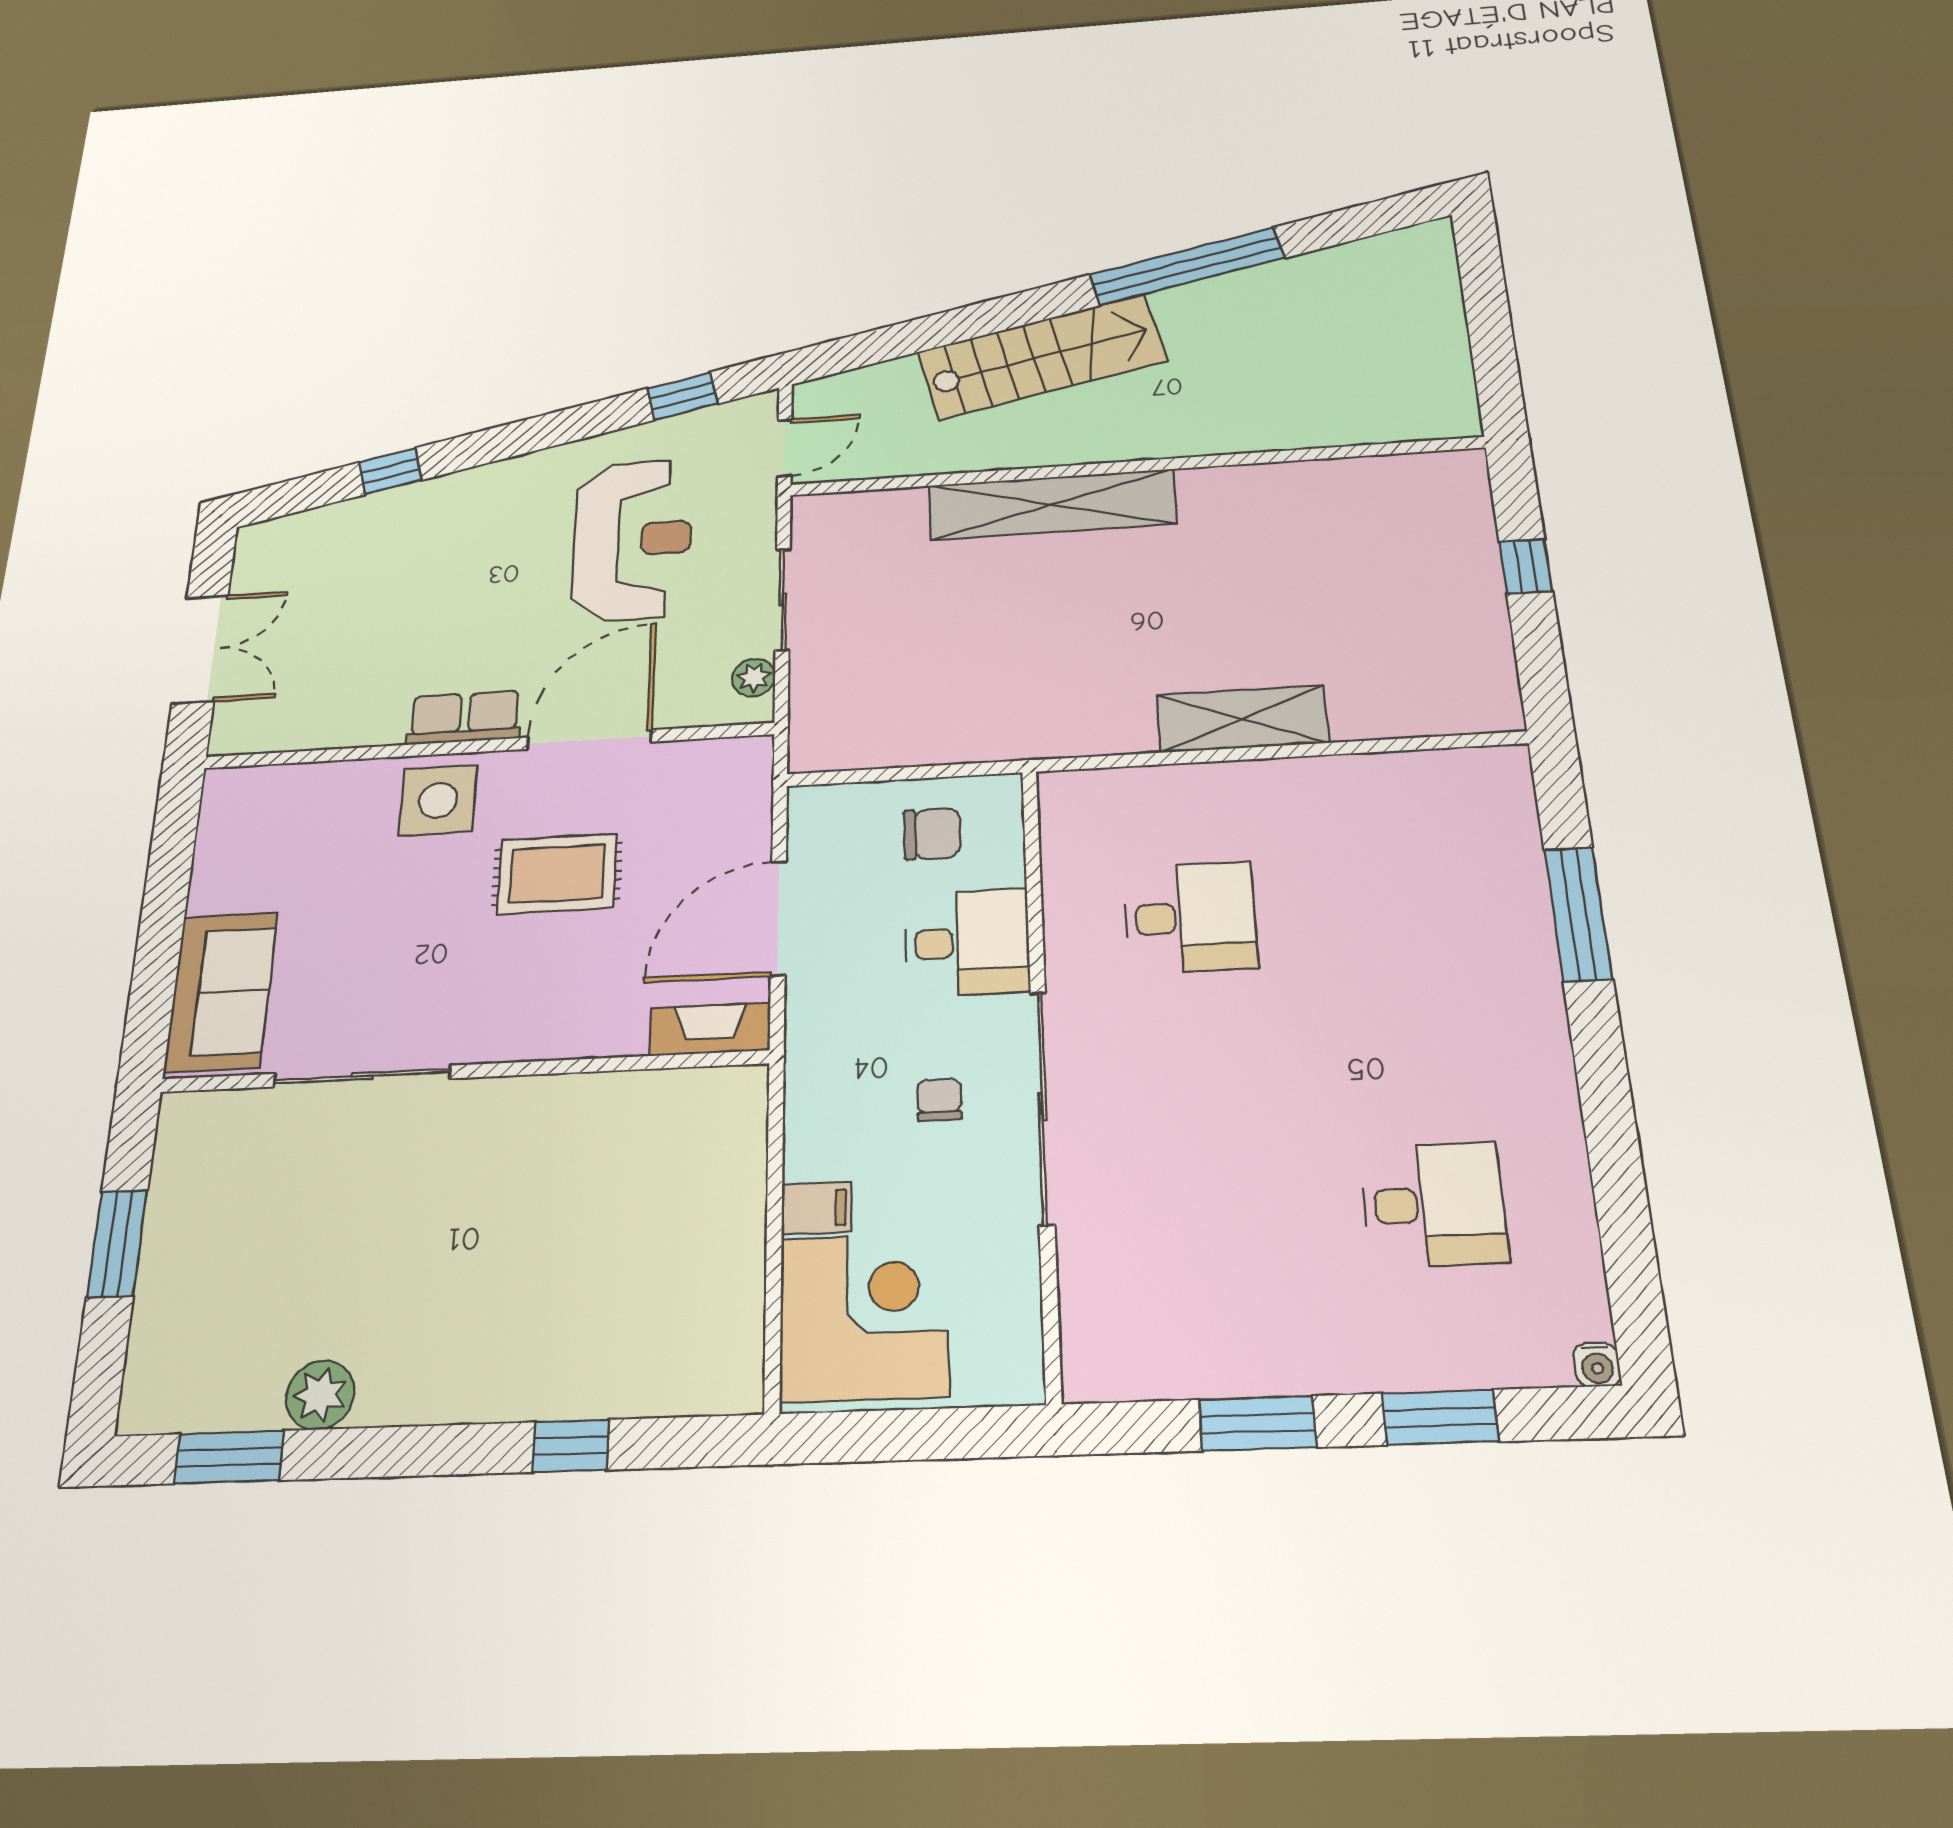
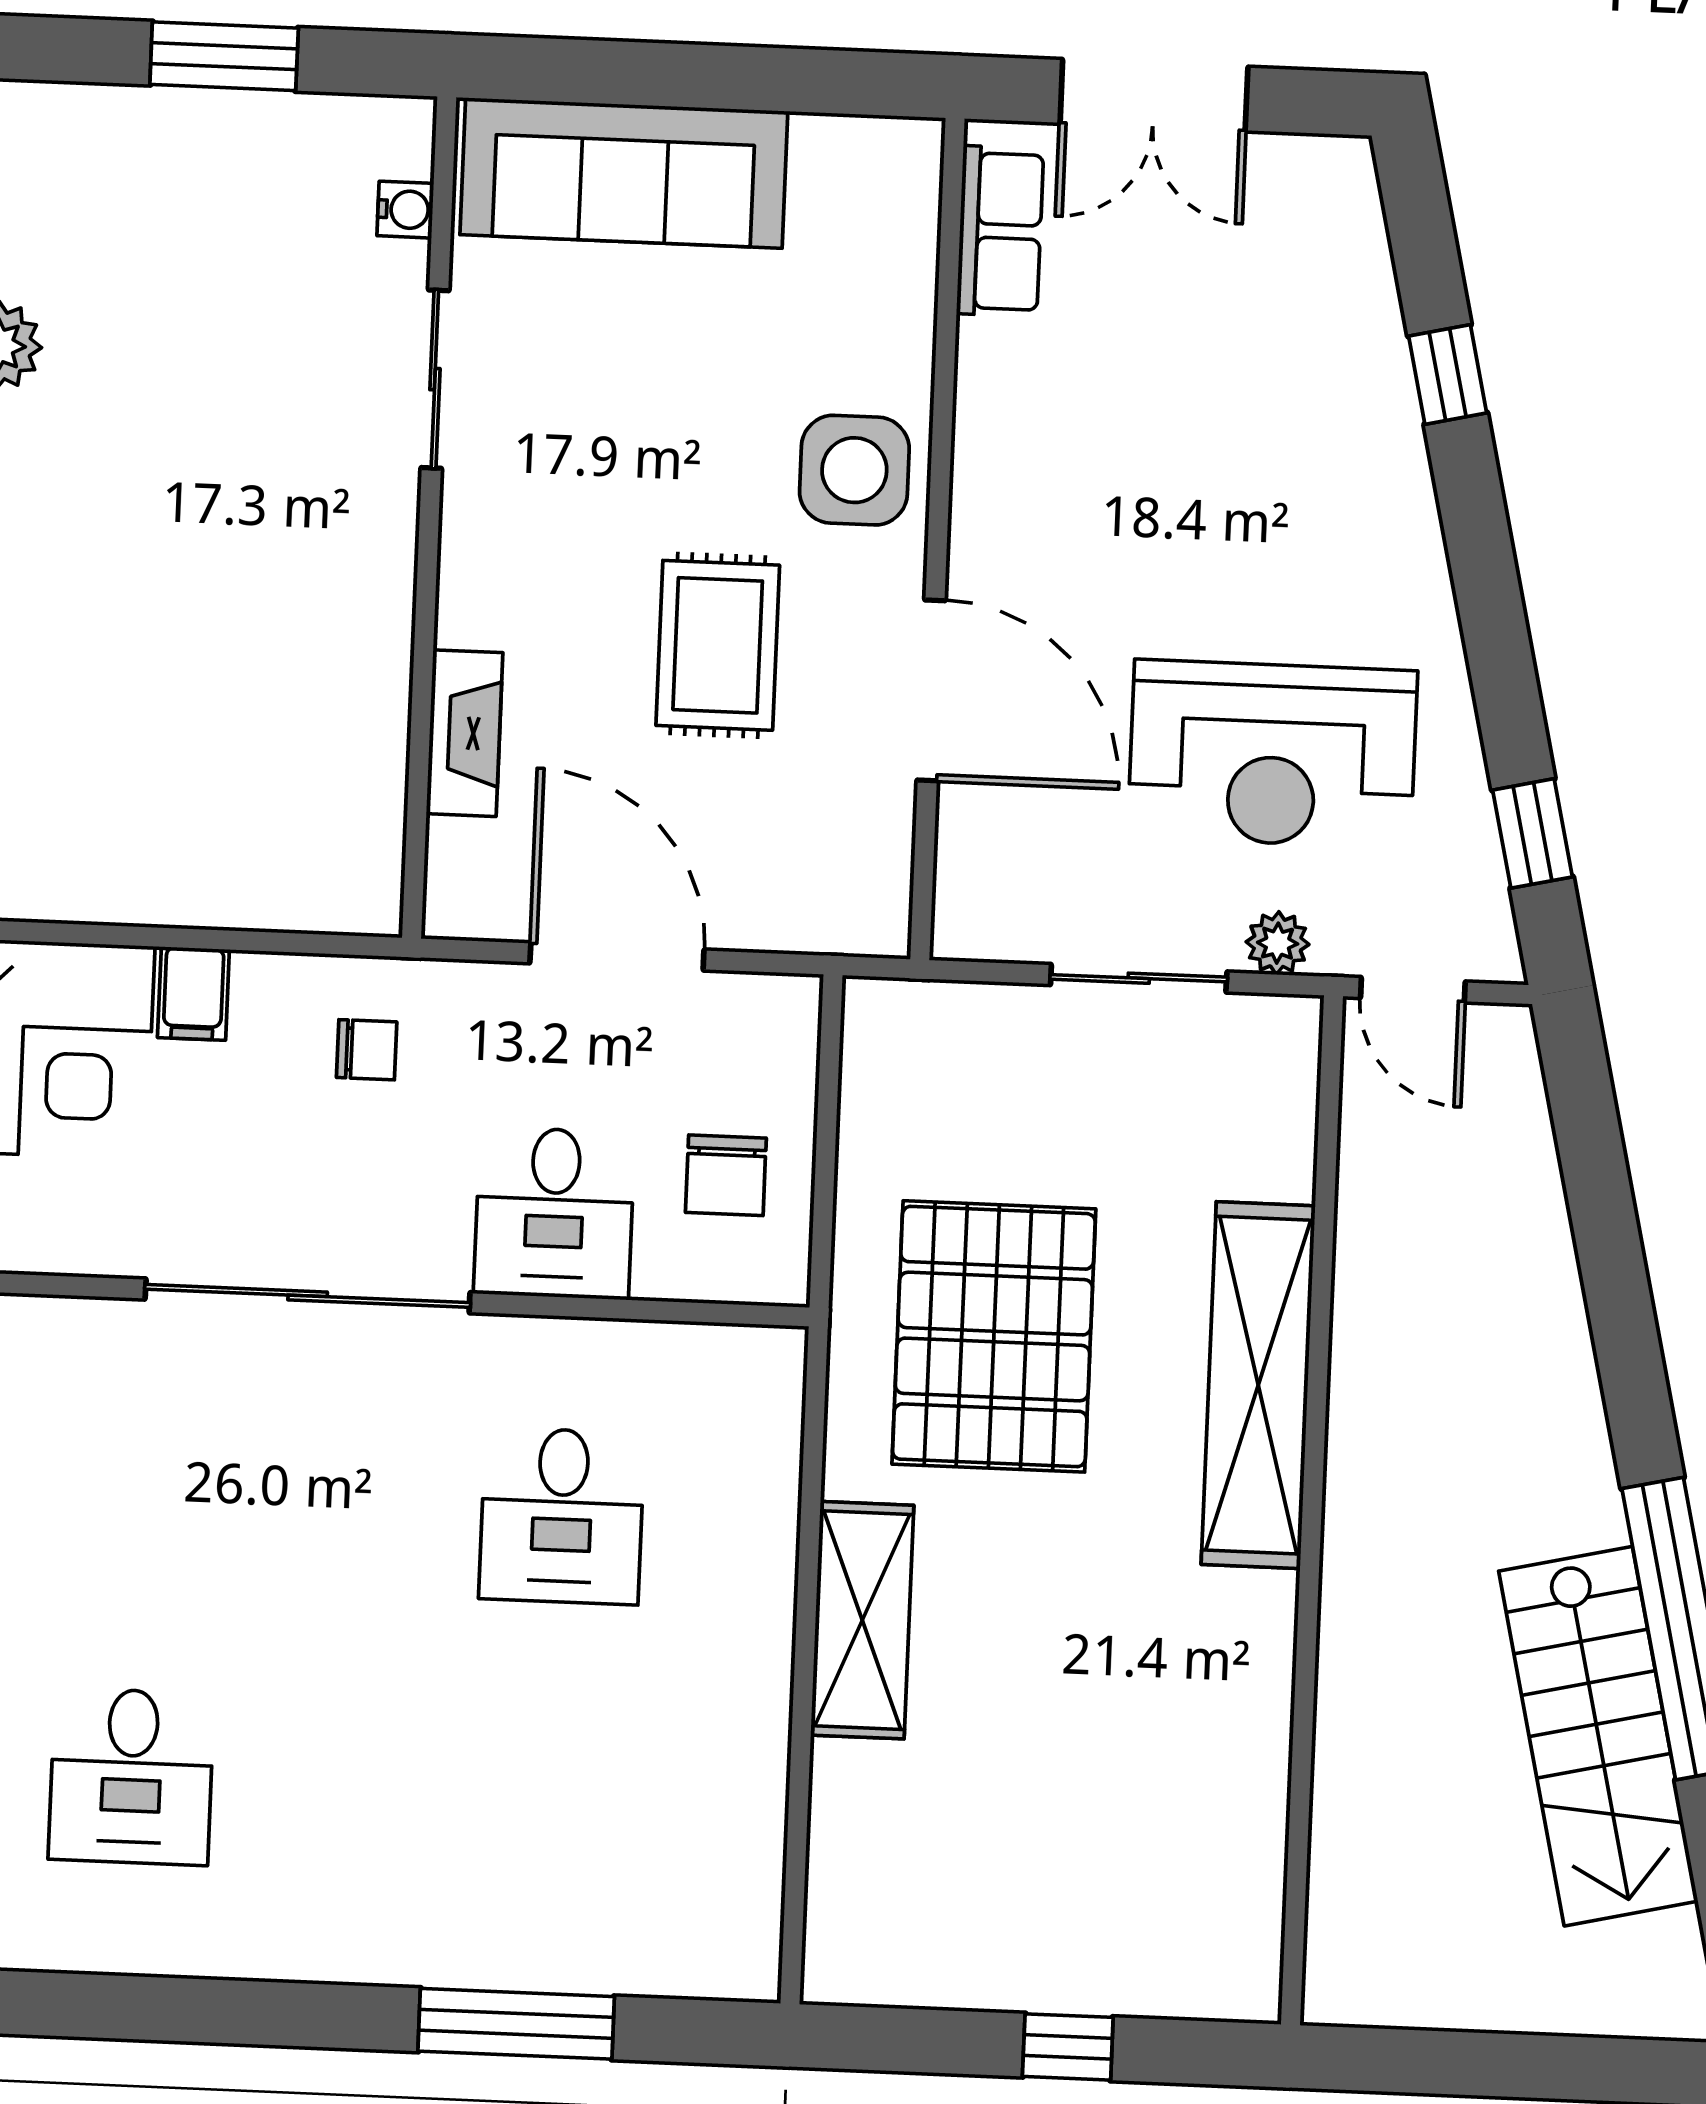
stairs: (1042, 356) -> (1598, 1736), moved
pallet: (1033, 659) -> (994, 1336), added
plant: (754, 678) -> (1278, 943), moved
row of seats: (465, 718) -> (1000, 231), moved
sofa: (221, 992) -> (624, 173), width x1.36
fireplace: (710, 1029) -> (465, 733), moved
sliding door: (362, 1076) -> (435, 379), width x0.73
chair: (939, 1100) -> (367, 1050), moved
water cooler: (239, 1107) -> (405, 210), added

